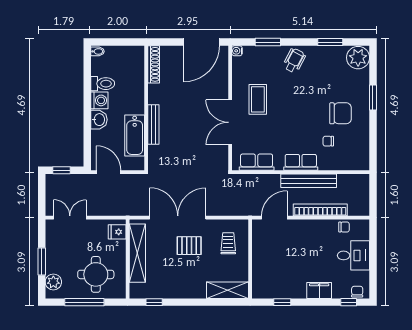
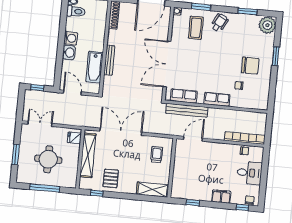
toilet: (103, 84) -> (76, 11), moved
coffee table: (258, 99) -> (196, 28), moved
double door: (230, 122) -> (167, 64), width x1.36
bench: (309, 181) -> (187, 110), moved
bookcase: (320, 210) -> (245, 138), moved
pallet: (189, 246) -> (111, 178), moved, turned 90
round table: (96, 274) -> (48, 159), moved
plant: (53, 282) -> (23, 171), removed

